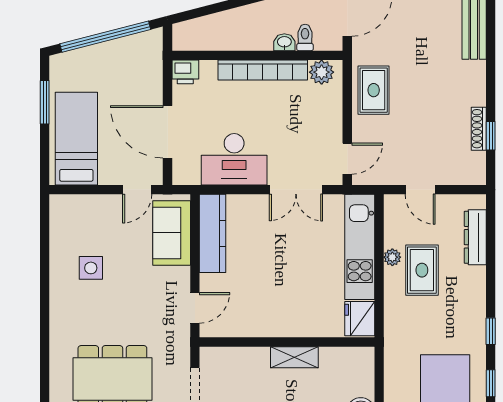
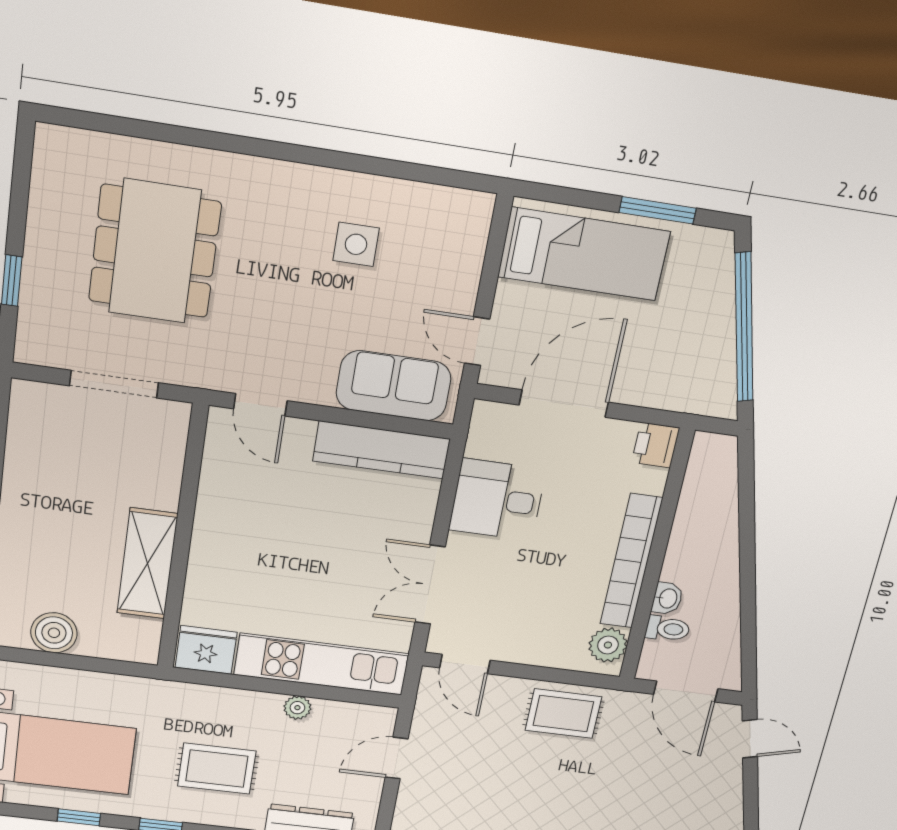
desk: (234, 159) -> (497, 500), width x0.73
rug: (422, 270) -> (217, 769), moved
shelving: (294, 357) -> (147, 564), width x1.50, depth x1.33

